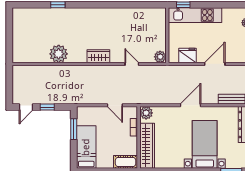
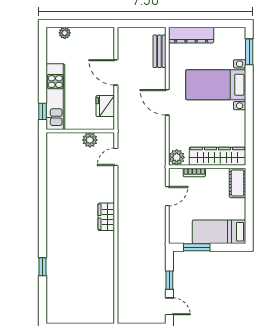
plant: (59, 54) -> (103, 266), removed
plant: (160, 57) -> (90, 140), moved
door: (132, 64) -> (116, 157), moved

